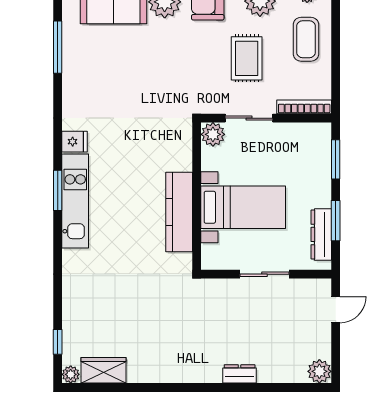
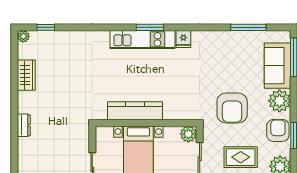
armchair: (175, 71) -> (232, 108), added
wardrobe: (103, 370) -> (26, 75), moved
dresser: (240, 374) -> (24, 125), moved

